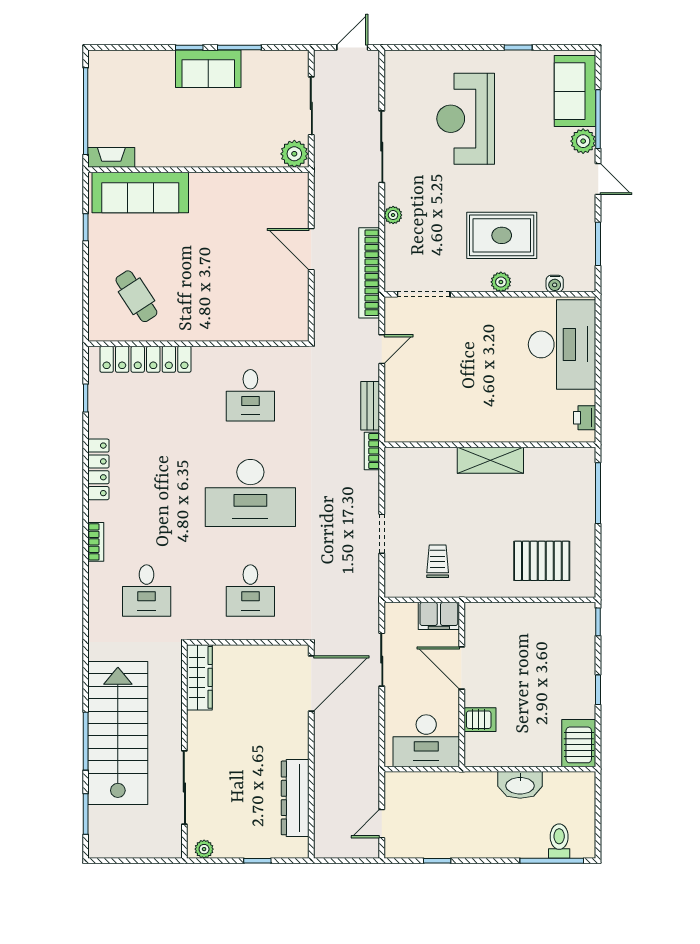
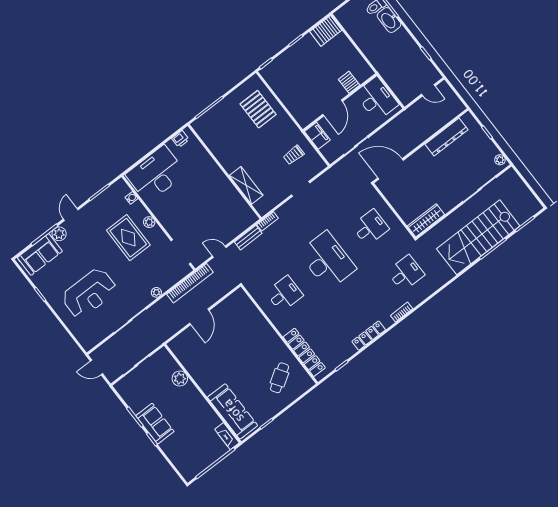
plant: (294, 154) -> (180, 379), moved
shelving: (490, 460) -> (246, 185), moved
washbasin: (520, 785) -> (389, 20), moved, turned 180

